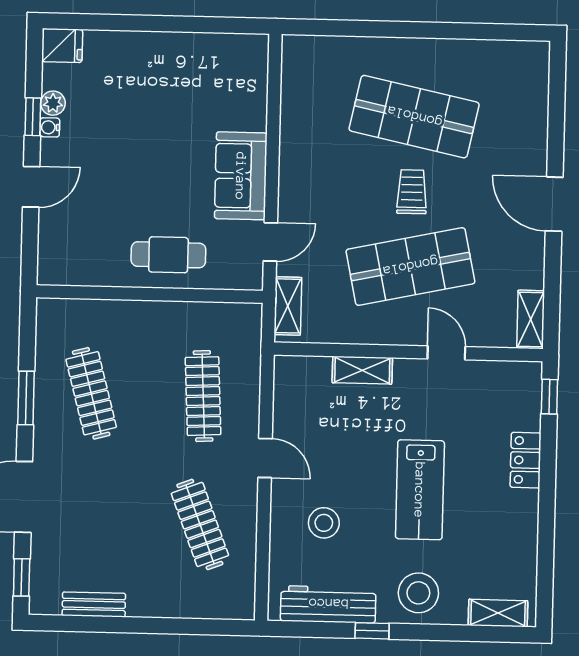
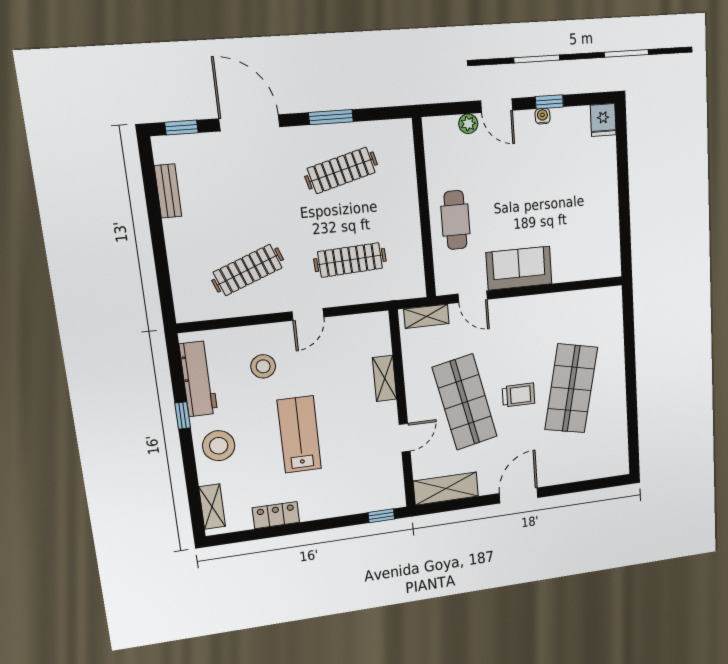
plant: (53, 103) -> (468, 124), moved
shelving: (531, 320) -> (446, 489), width x1.50, depth x1.33
locker: (526, 460) -> (276, 515), moved
lab bench: (420, 490) -> (299, 434), turned 90

